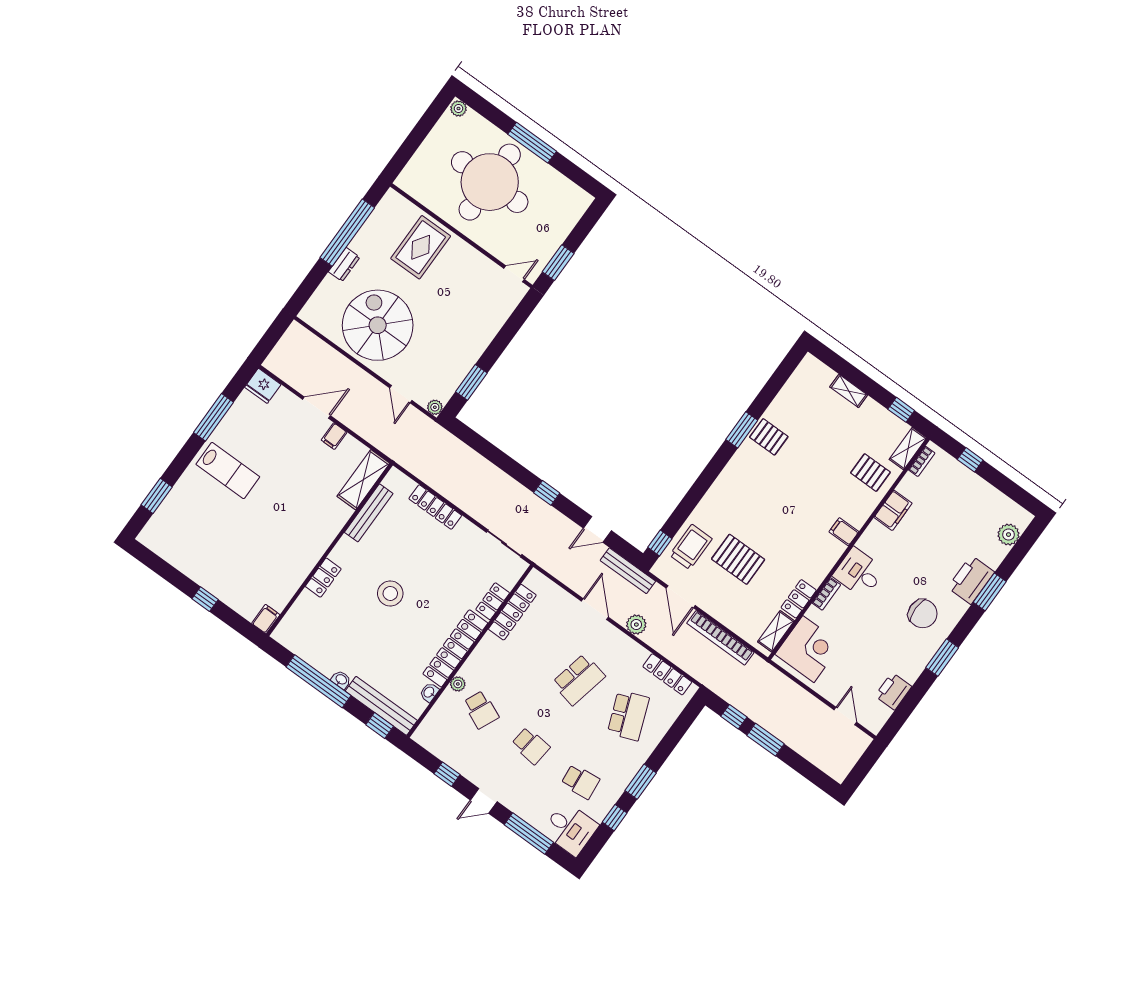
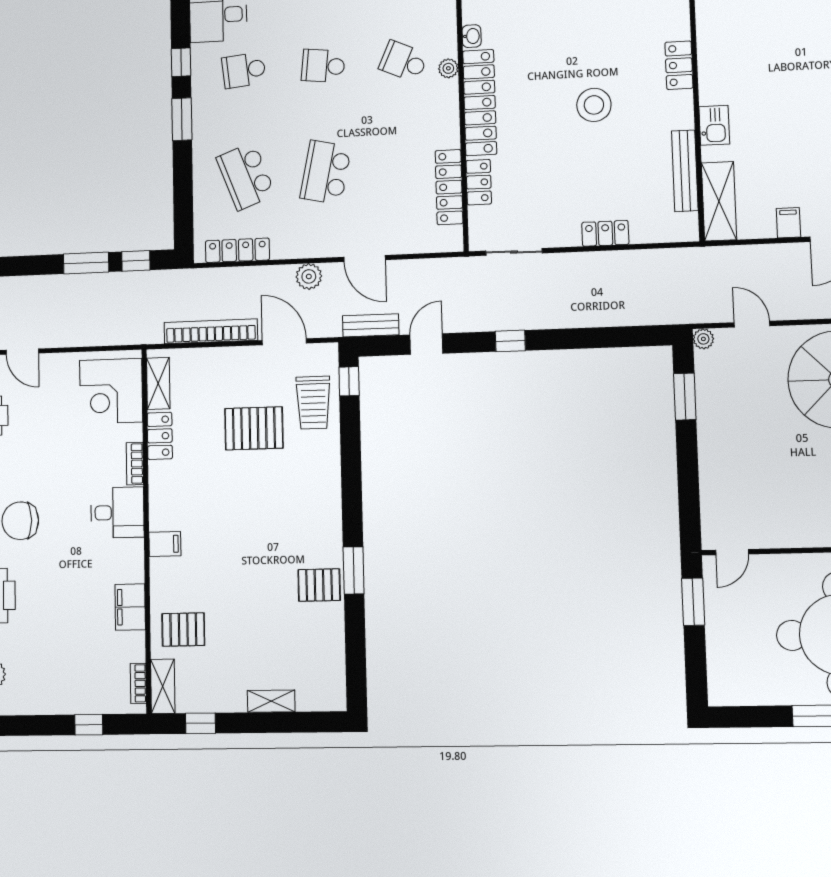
locker: (435, 507) -> (605, 233), width x0.66
kitchen sink: (331, 526) -> (714, 125), added
bench: (628, 571) -> (371, 325), width x0.73

